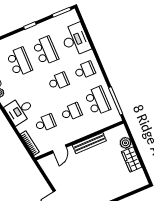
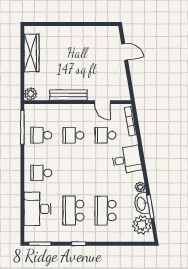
school desk: (58, 81) -> (73, 173), removed
school desk: (98, 101) -> (41, 135), width x0.54
plant: (125, 143) -> (31, 94), moved
door: (59, 149) -> (102, 102), swing flipped
wardrobe: (132, 159) -> (32, 53), width x1.50

